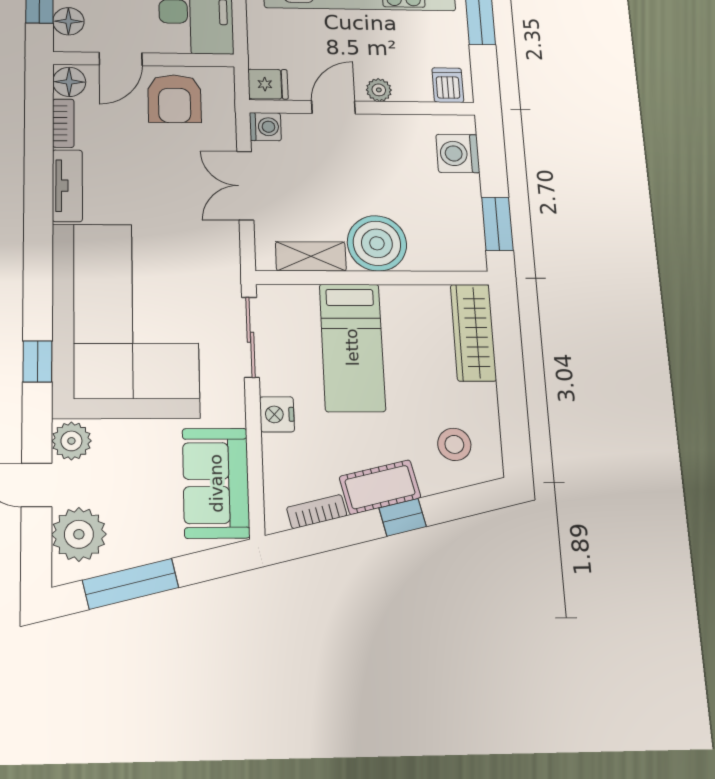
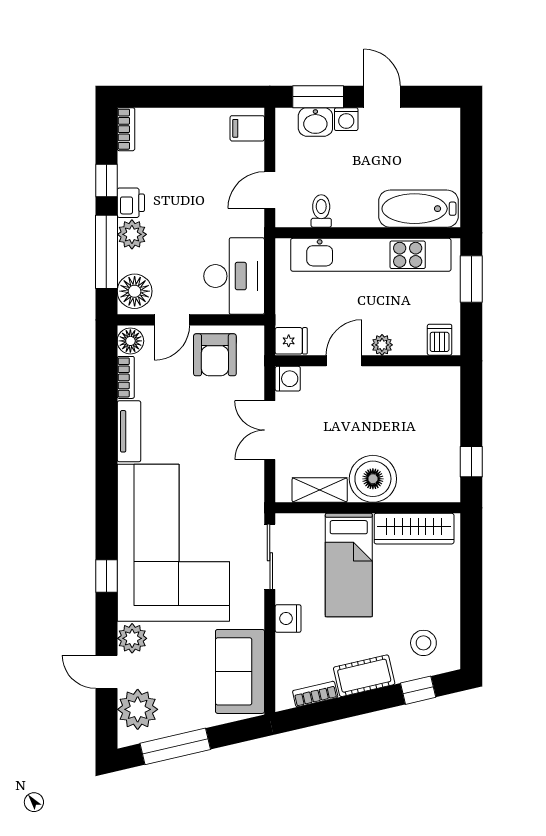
floor lamp: (68, 21) -> (135, 291), width x1.38, depth x1.38
washing machine: (458, 153) -> (444, 401), removed
window: (497, 224) -> (471, 462), width x0.67
wardrobe: (473, 333) -> (414, 529), moved, turned -90
window: (403, 517) -> (418, 690), moved

